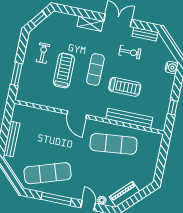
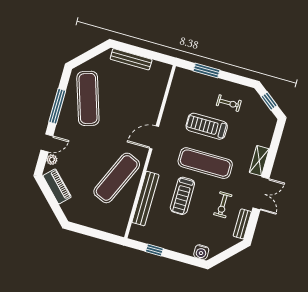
treadmill: (64, 70) -> (207, 126), turned 180
exercise mat: (95, 70) -> (205, 163), width x1.36, depth x1.45
exercise mat: (114, 144) -> (117, 178), turned 30

